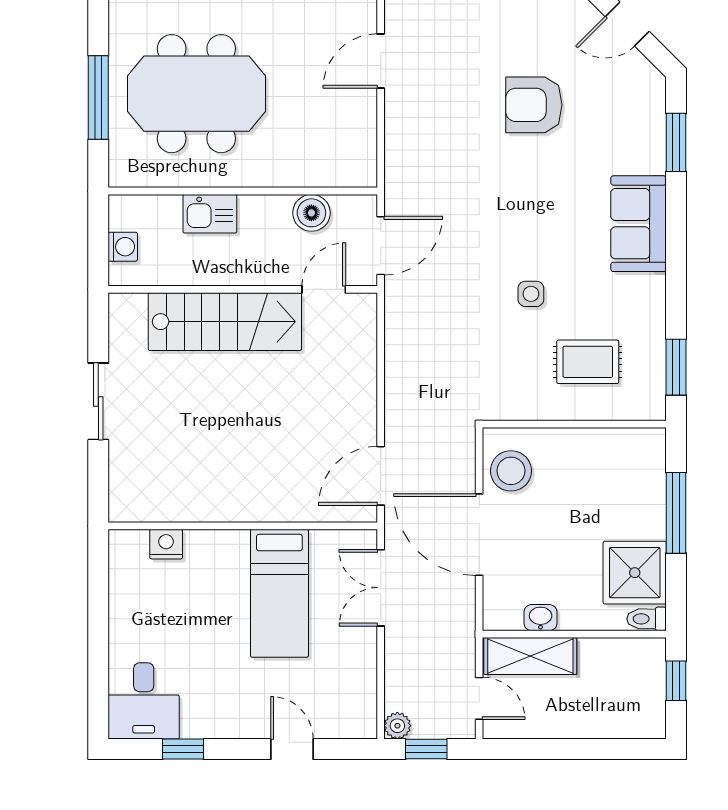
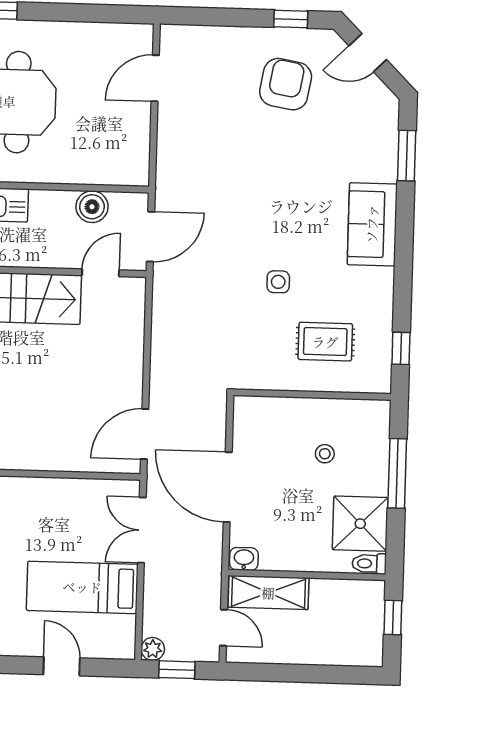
armchair: (534, 105) -> (286, 84), moved, turned 100
window: (676, 367) -> (401, 348), width x0.67
stool: (511, 471) -> (325, 454), moved, width x0.53, depth x0.53
bed: (279, 593) -> (82, 587), moved, turned 90
washbasin: (541, 618) -> (244, 559), moved

